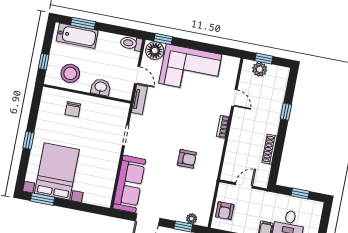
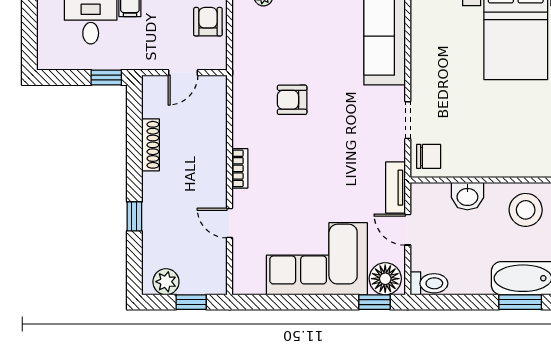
plant: (260, 69) -> (166, 282), moved
chair: (73, 109) -> (429, 156), moved, turned 90
window: (300, 194) -> (106, 78), moved

